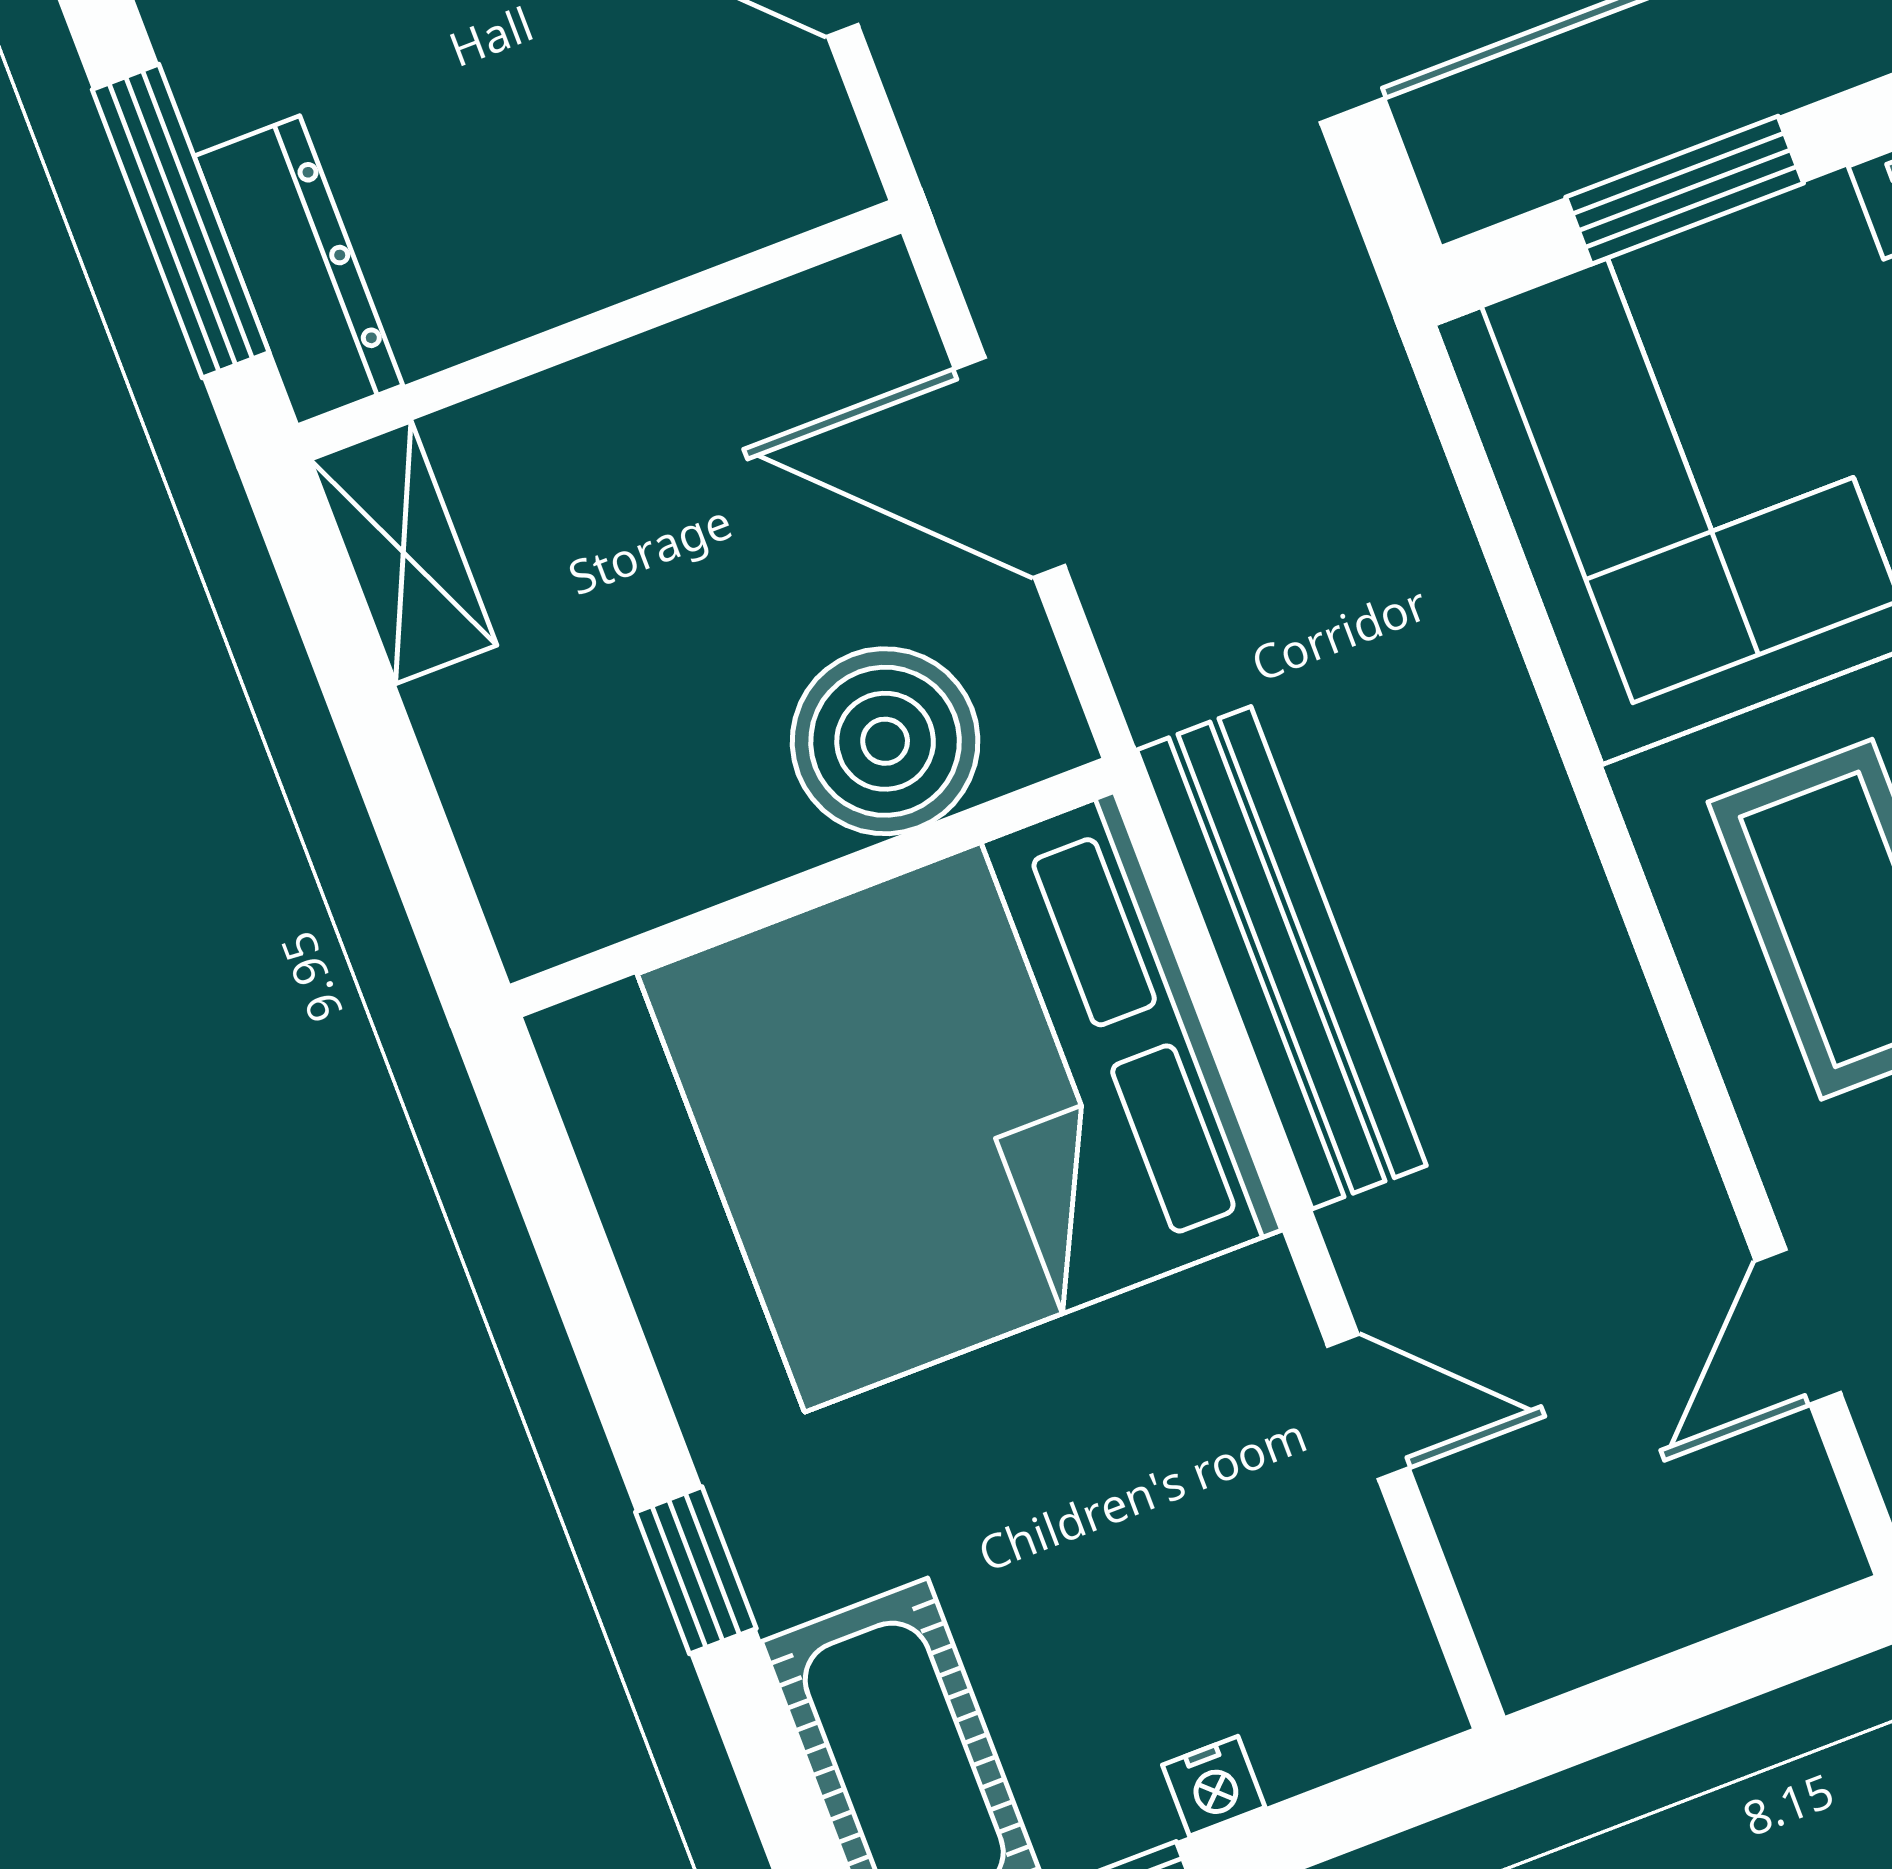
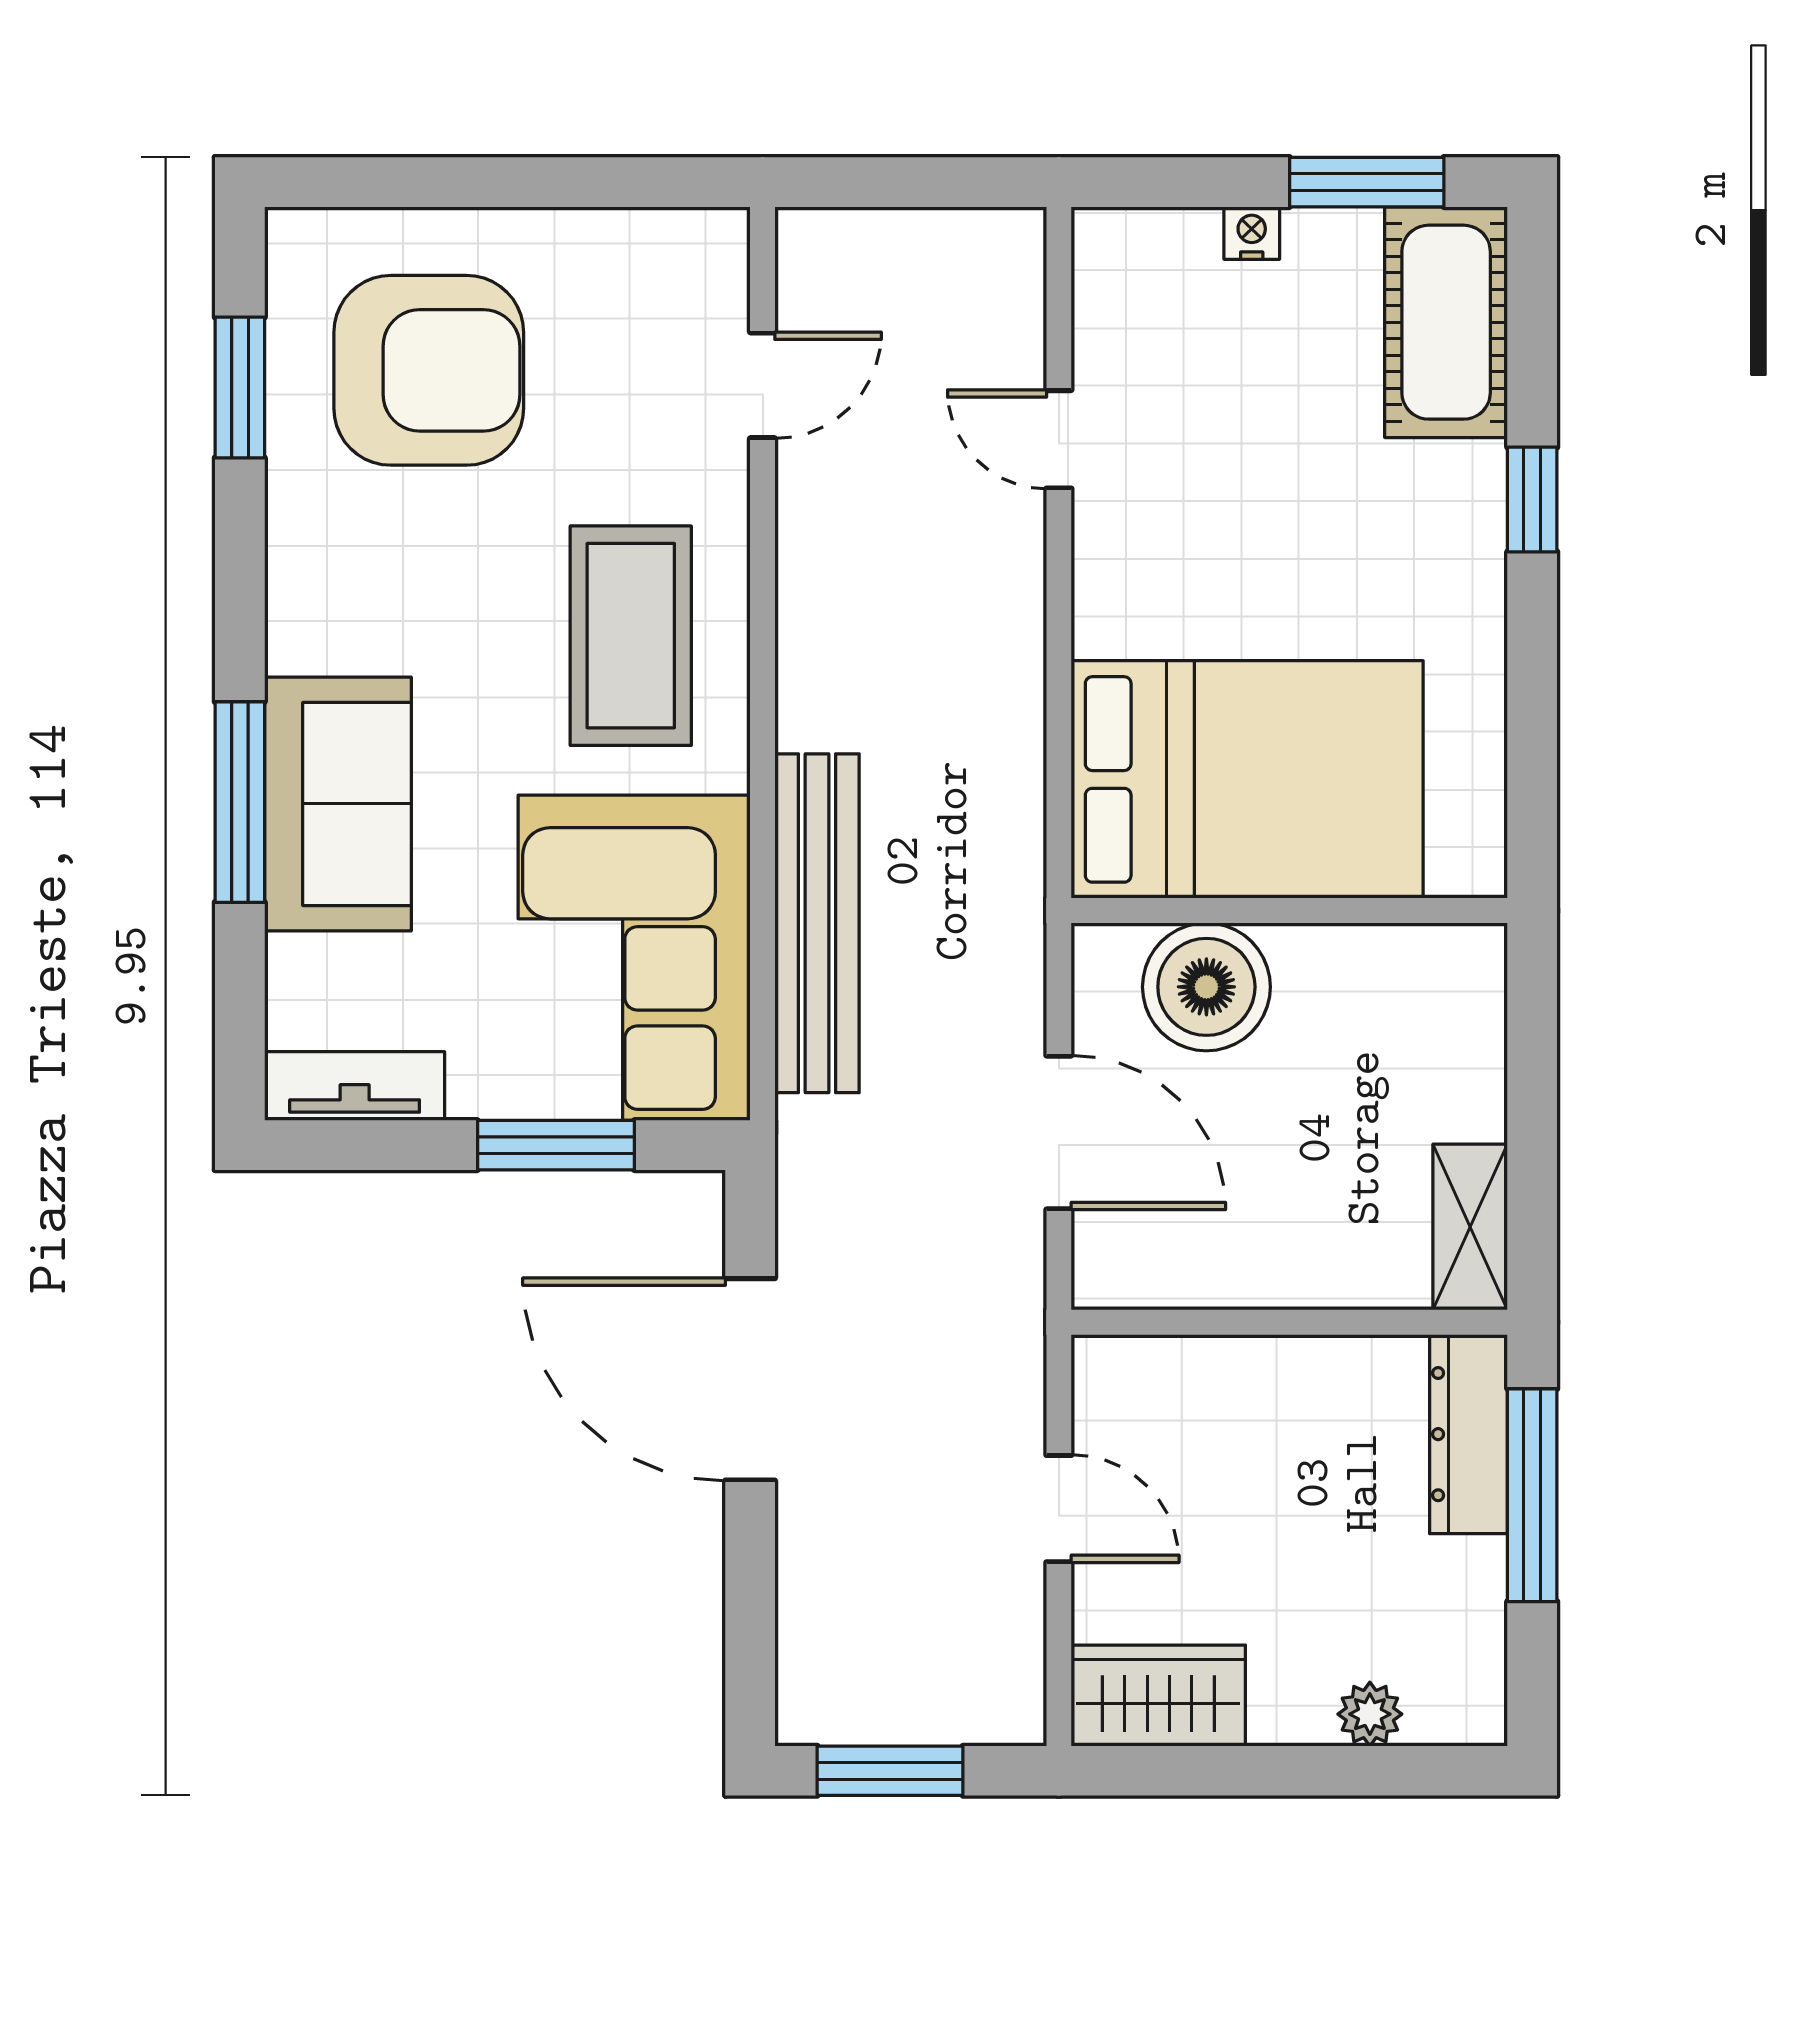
bench: (1281, 958) -> (817, 923), moved
bed: (959, 1102) -> (1247, 779), width x0.73

